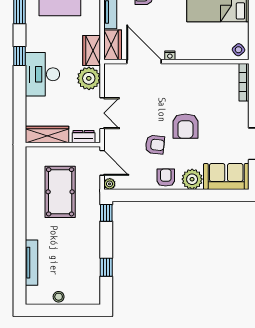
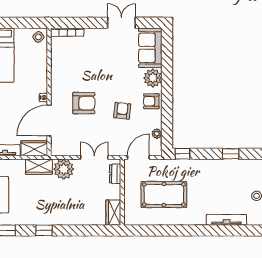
desk: (42, 74) -> (60, 210), removed
armchair: (185, 126) -> (84, 103), moved
wardrobe: (47, 135) -> (113, 213), width x0.67
plant: (110, 184) -> (157, 134), moved

